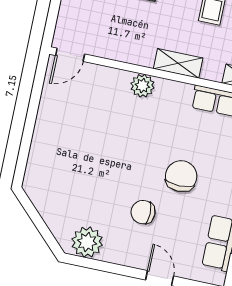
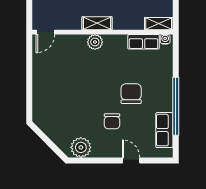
shelving: (178, 63) -> (97, 23), moved
chair: (143, 212) -> (112, 121), turned -90

